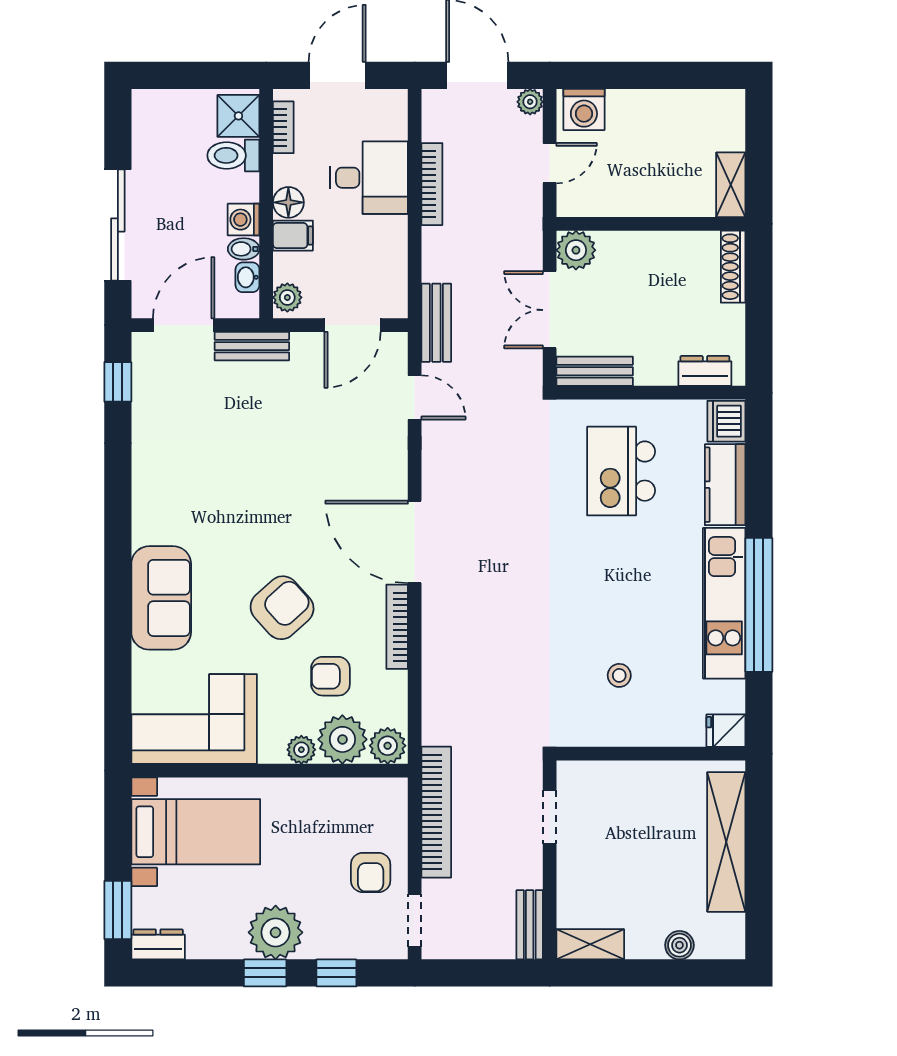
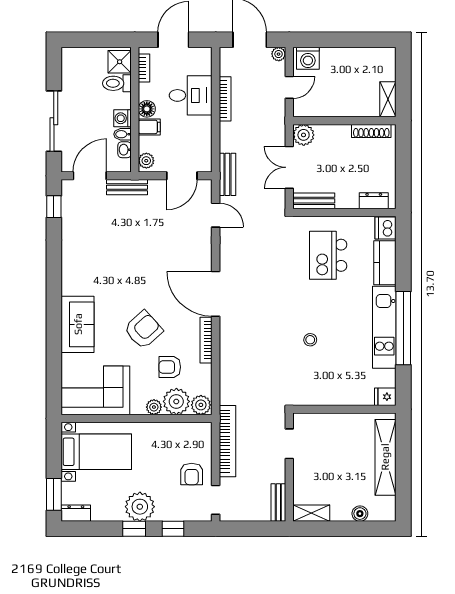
shoe rack: (733, 267) -> (371, 131), moved, turned -90
stool: (619, 675) -> (310, 340), moved

